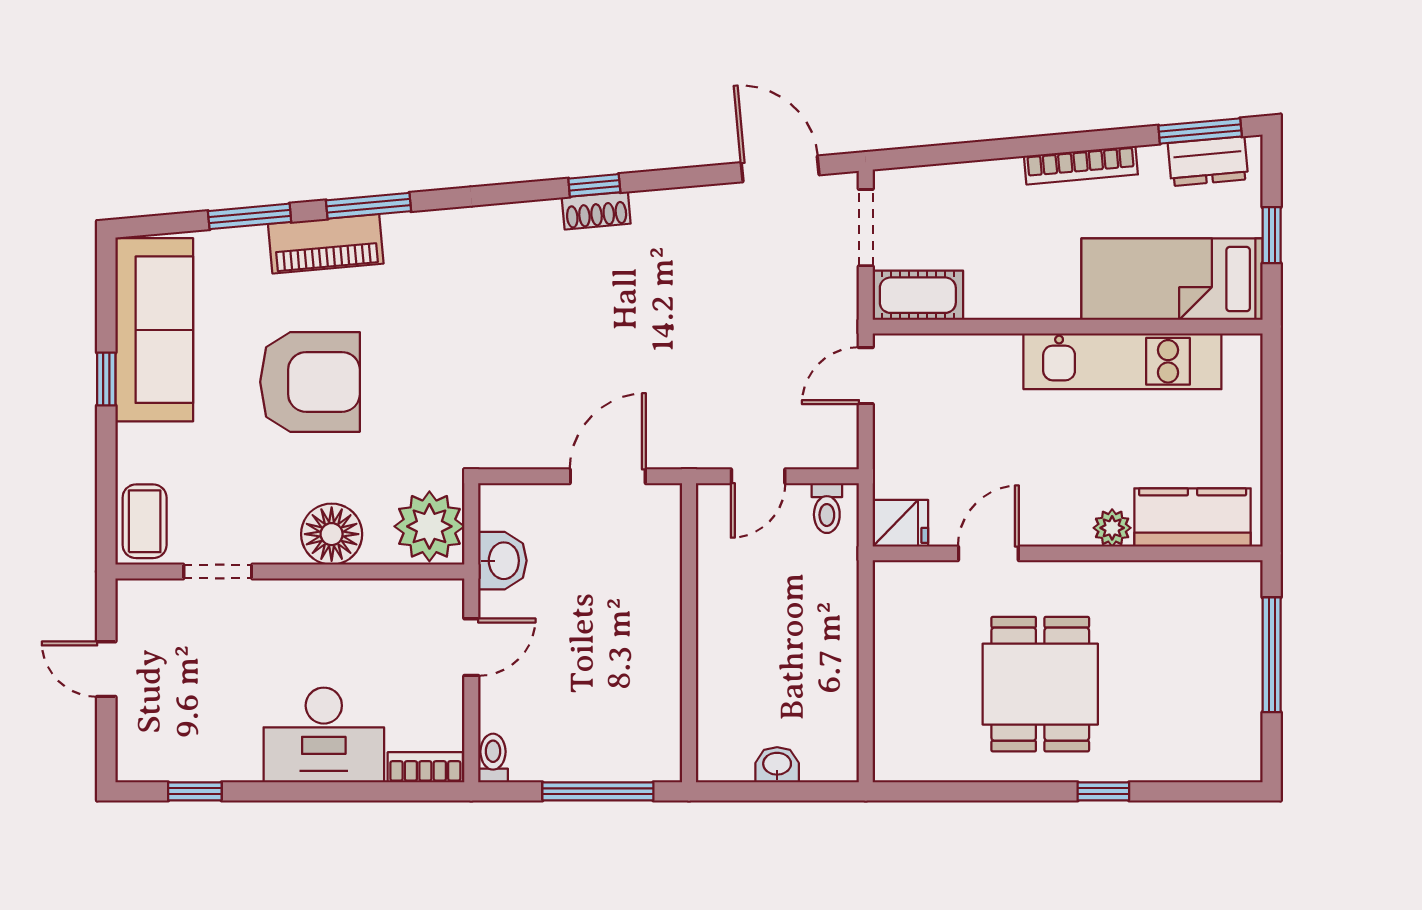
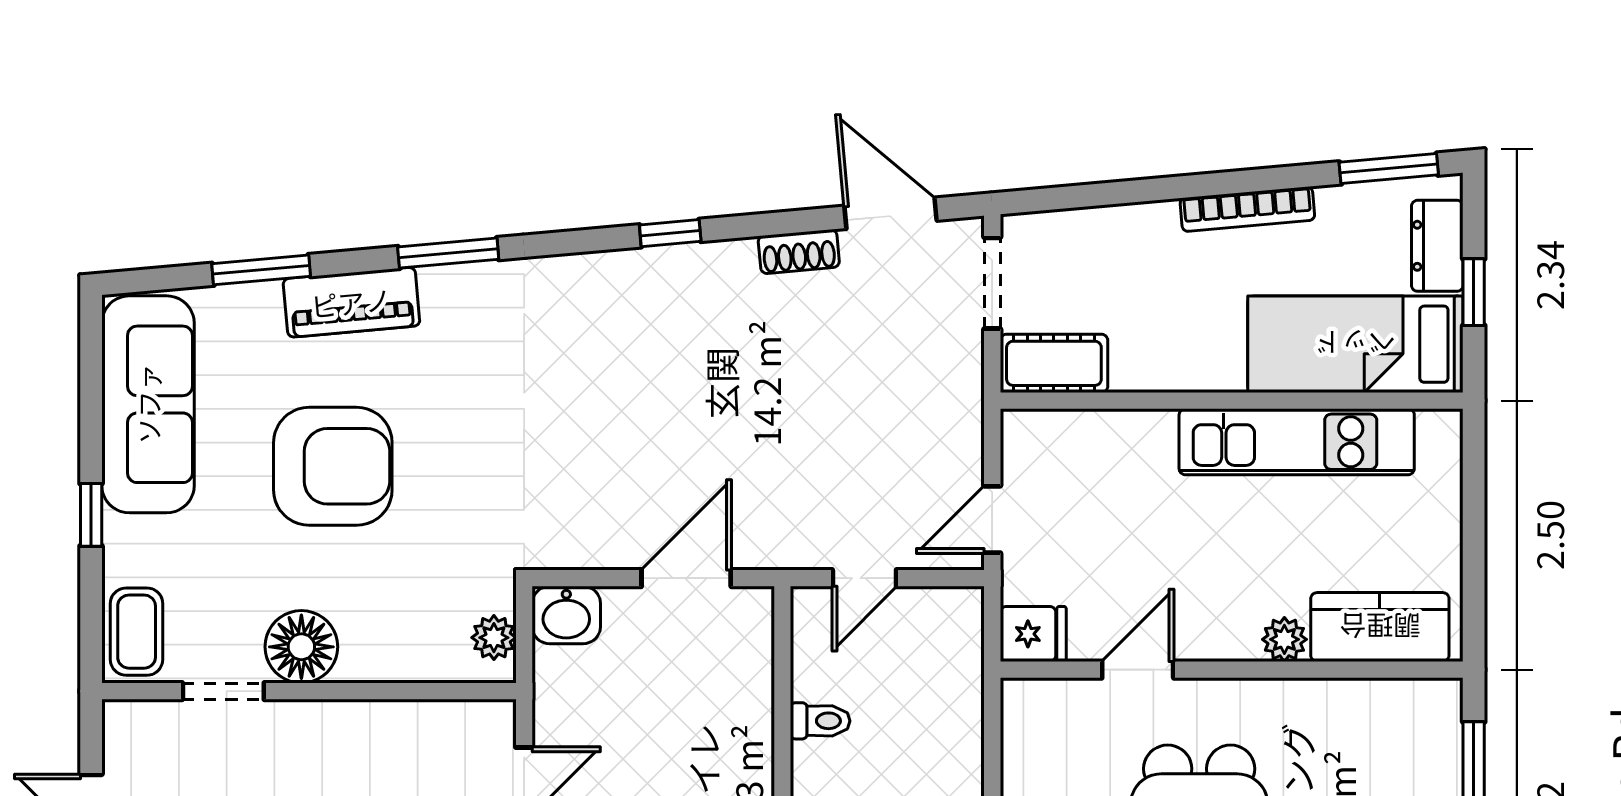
dresser: (1208, 161) -> (1437, 246), moved, turned 95
window: (368, 206) -> (448, 253), moved
shoe rack: (596, 211) -> (799, 252), moved
door: (866, 376) -> (992, 519), moved
window: (106, 379) -> (91, 515), moved
toilet: (827, 508) -> (820, 721), moved, turned -90
plant: (429, 526) -> (494, 638), width x0.53, depth x0.53
floor lamp: (332, 534) -> (301, 647), moved
washbasin: (502, 561) -> (566, 615), moved, turned 90

